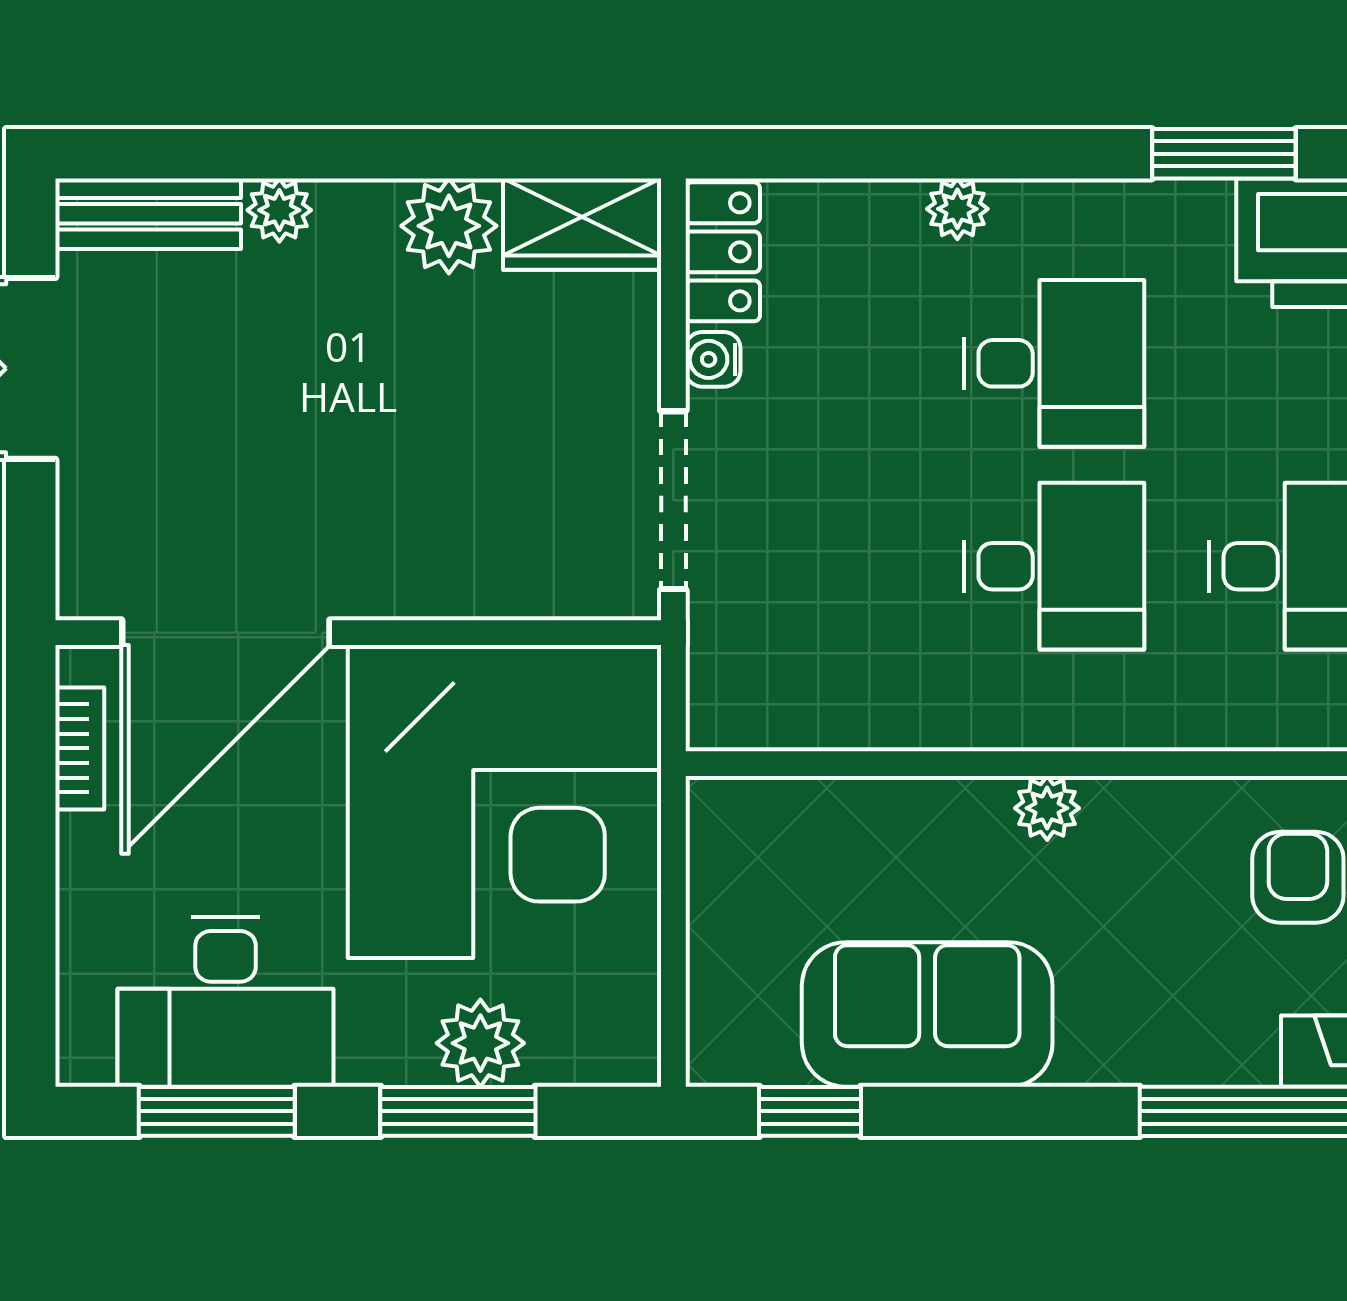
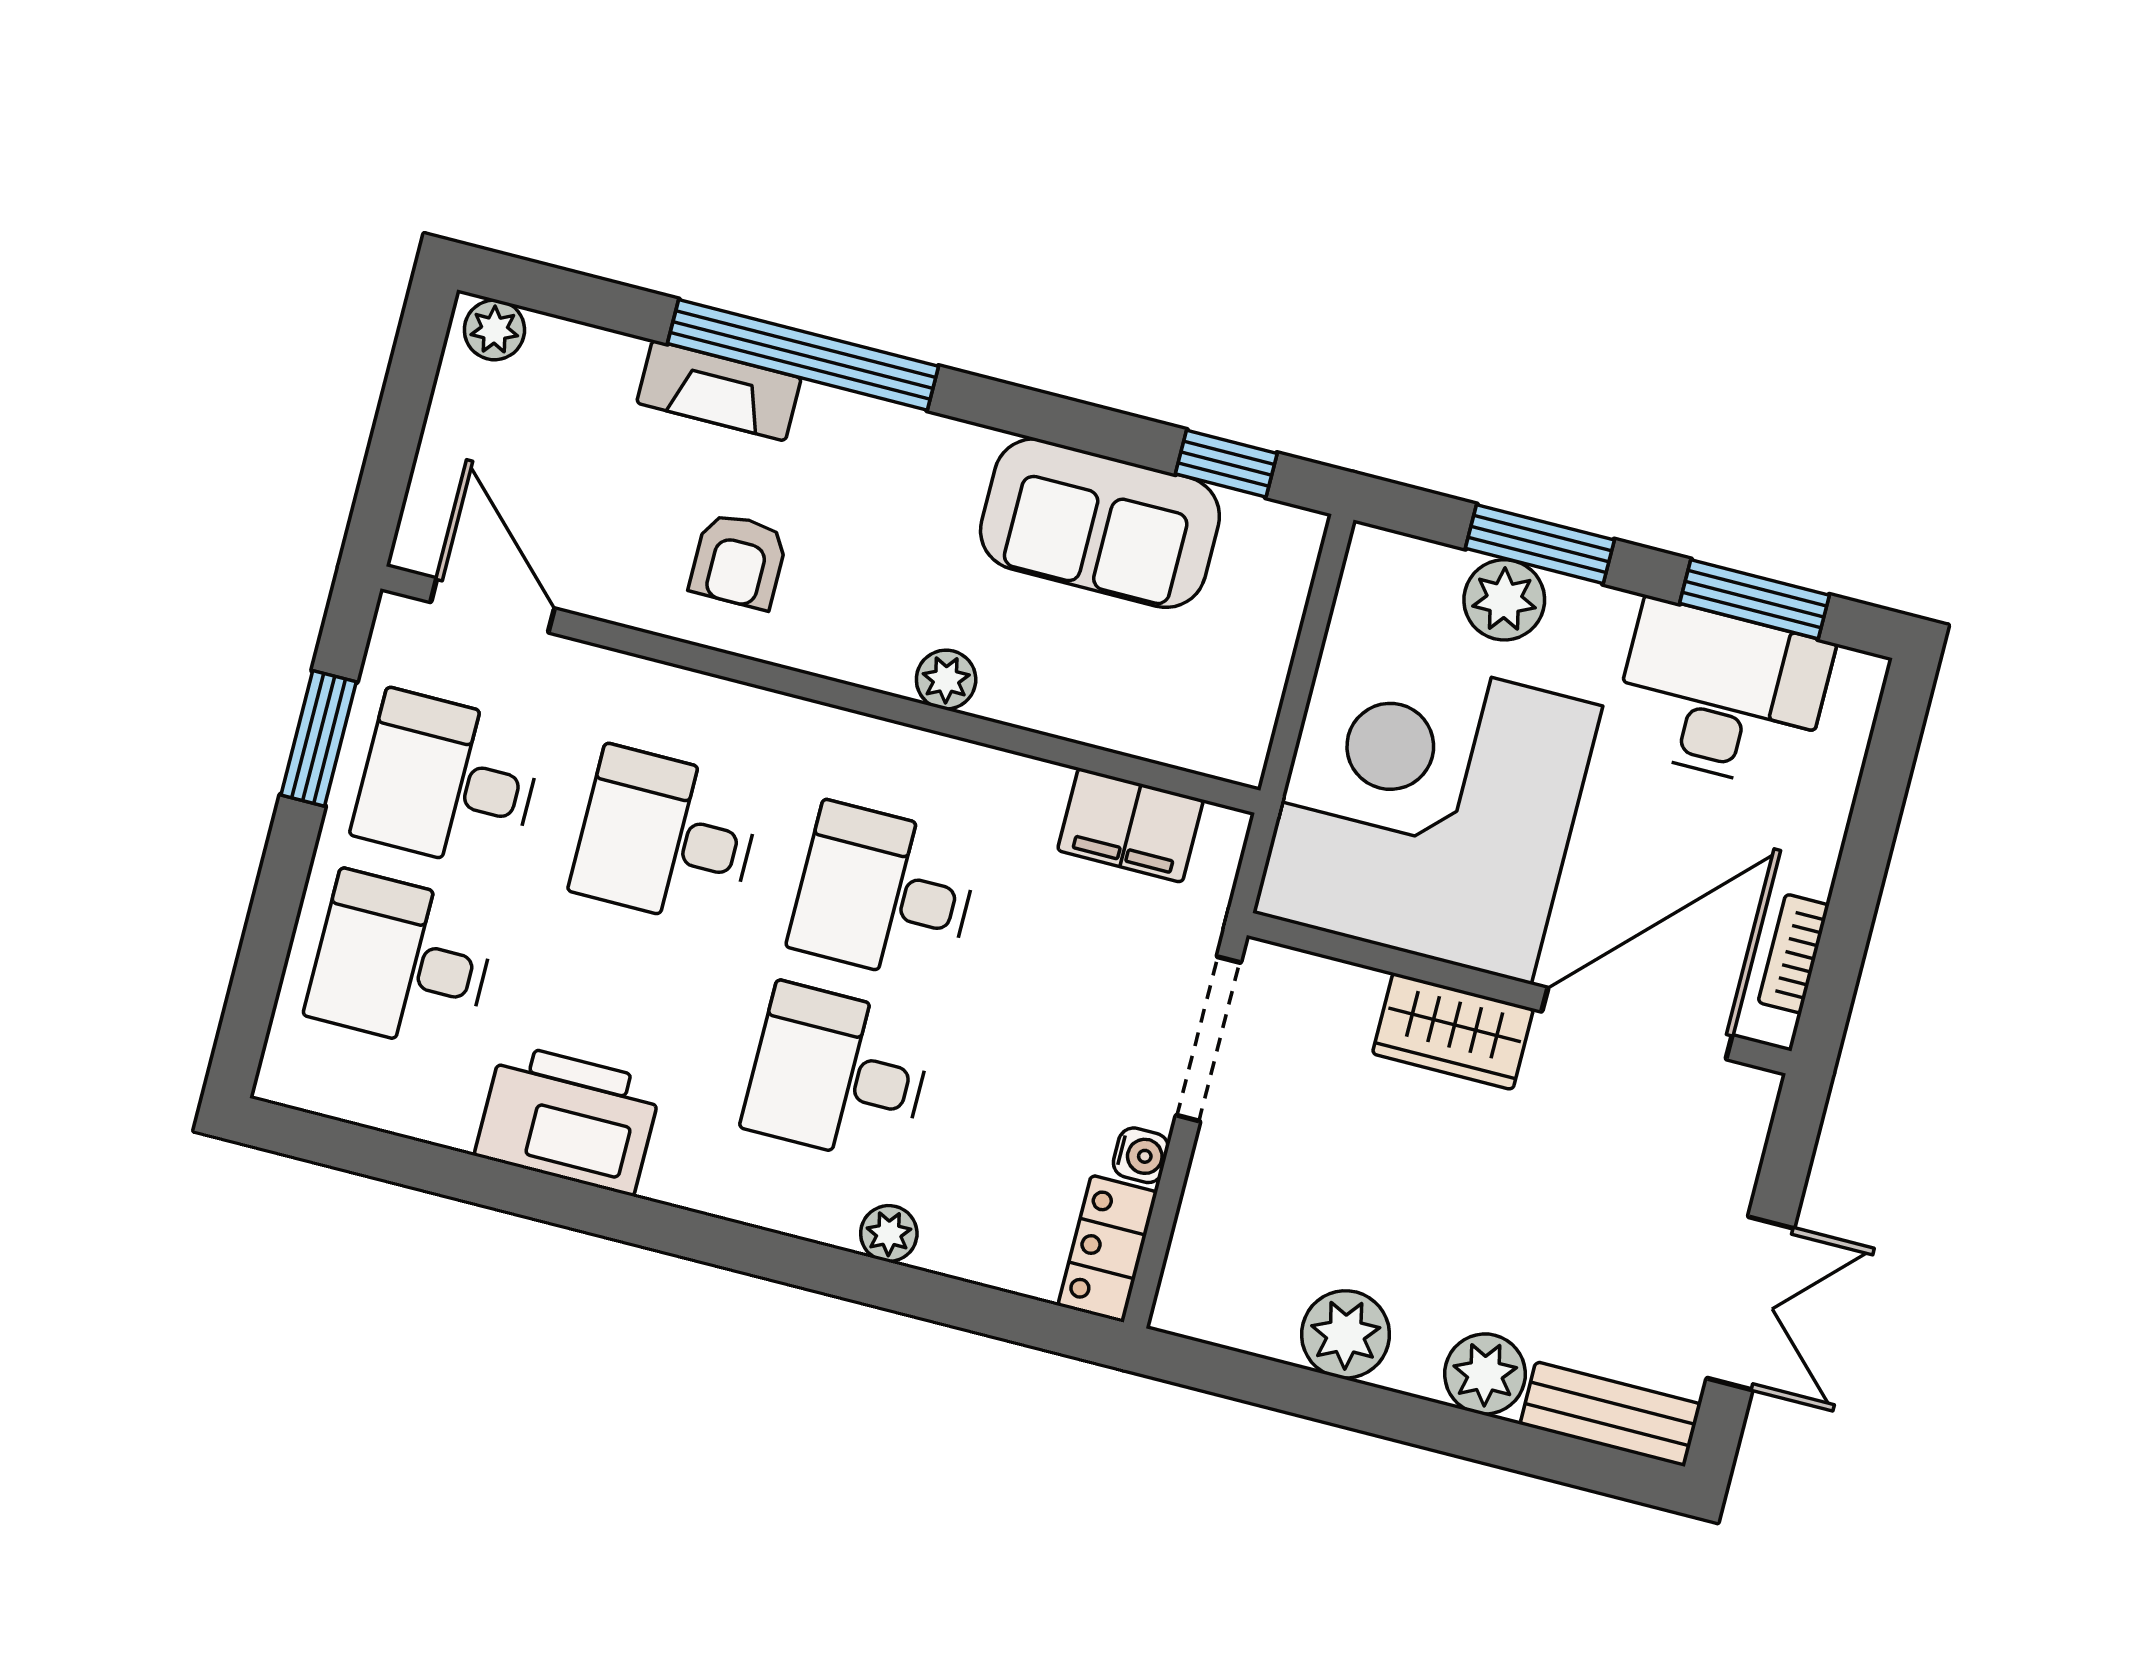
window: (1224, 154) -> (639, 1222), removed
plant: (279, 210) -> (1485, 1374), width x1.38, depth x1.38
wardrobe: (582, 224) -> (1453, 1031), moved, turned 180
filing cabinet: (813, 704) -> (1130, 825), added

